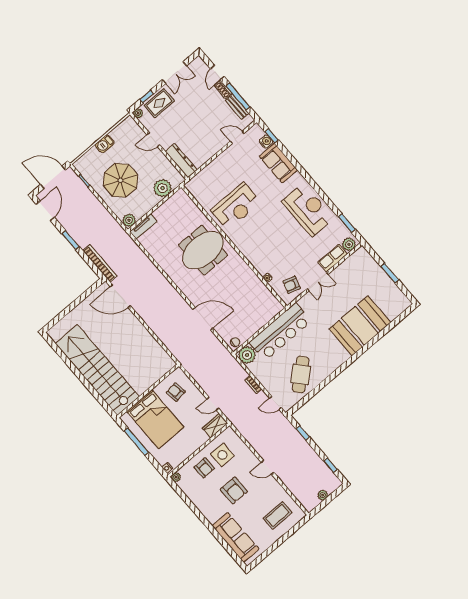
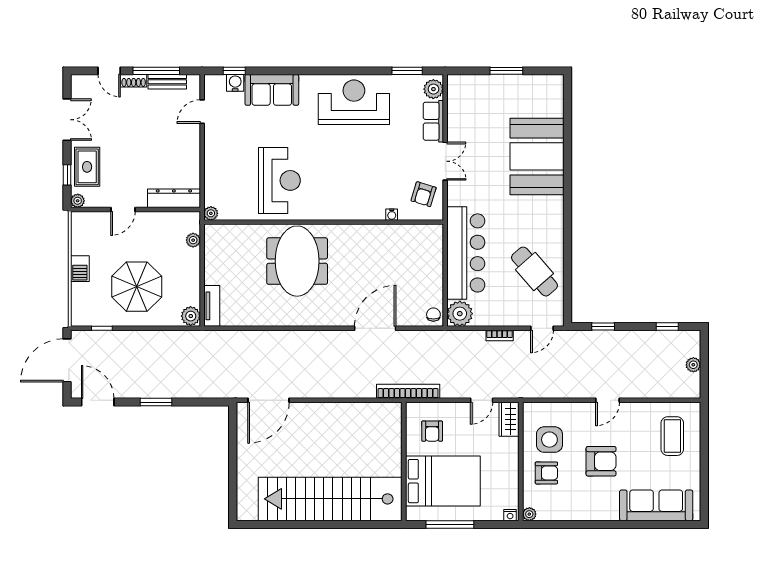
plant: (190, 186) -> (211, 213), added
plant: (163, 188) -> (193, 240), width x0.53, depth x0.53
bookcase: (100, 263) -> (408, 391), moved
armchair: (176, 392) -> (432, 431), turned -82

